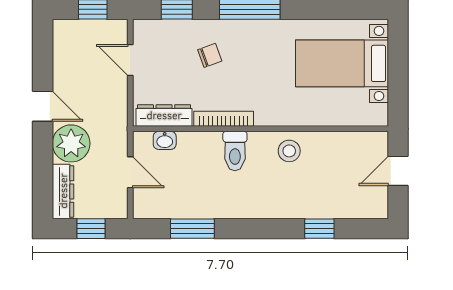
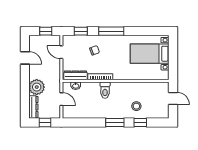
door: (43, 106) -> (25, 58), moved
stool: (289, 151) -> (136, 106), moved
door: (398, 171) -> (173, 98), swing flipped
window: (192, 229) -> (115, 123), moved

